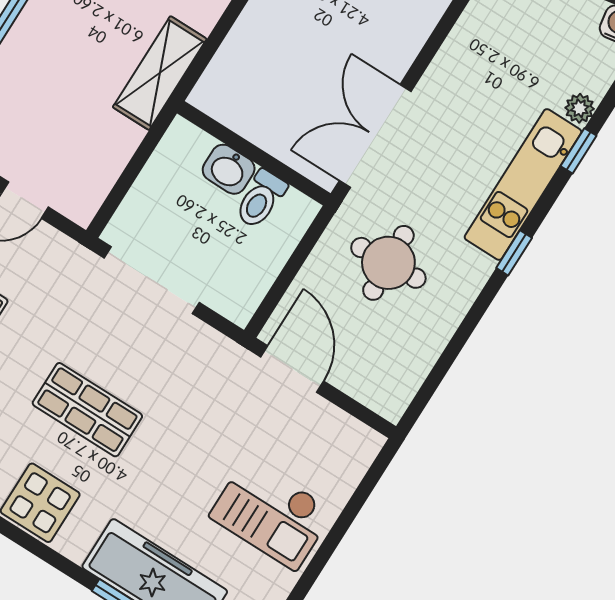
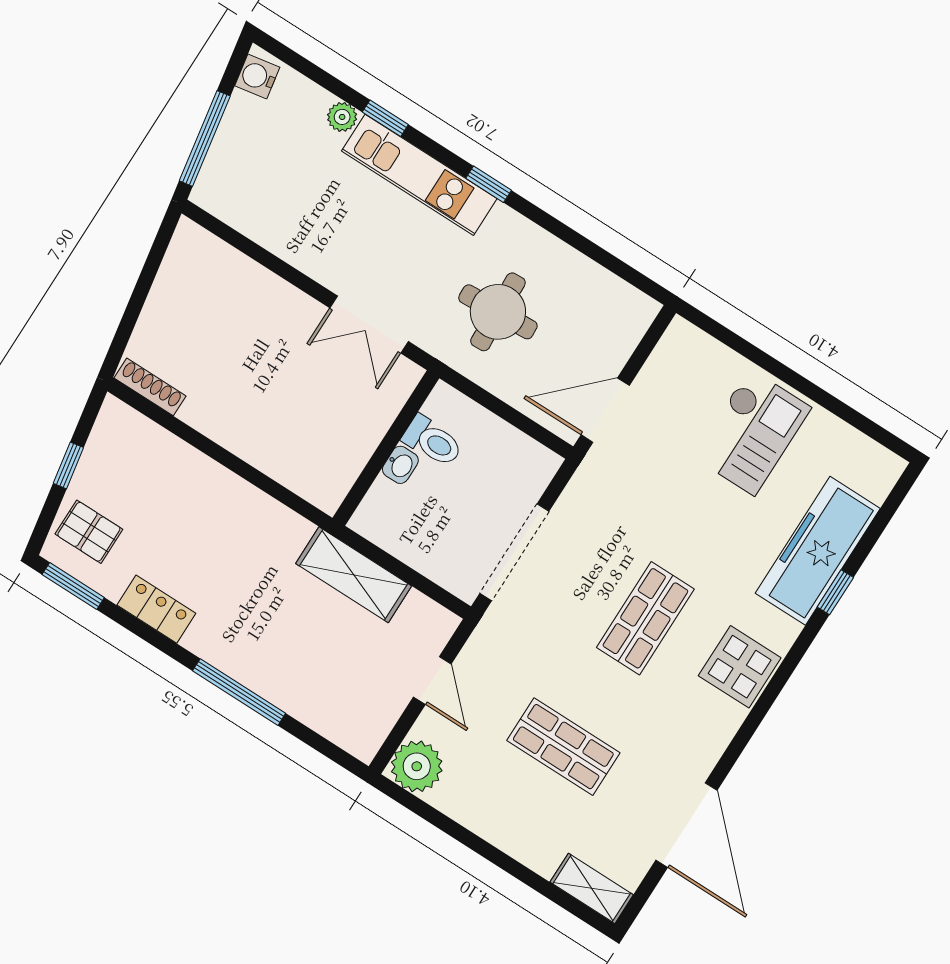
shelving: (160, 73) -> (354, 575), moved
double door: (375, 136) -> (369, 325), width x0.73
washbasin: (229, 169) -> (400, 465), width x0.72, depth x0.69

